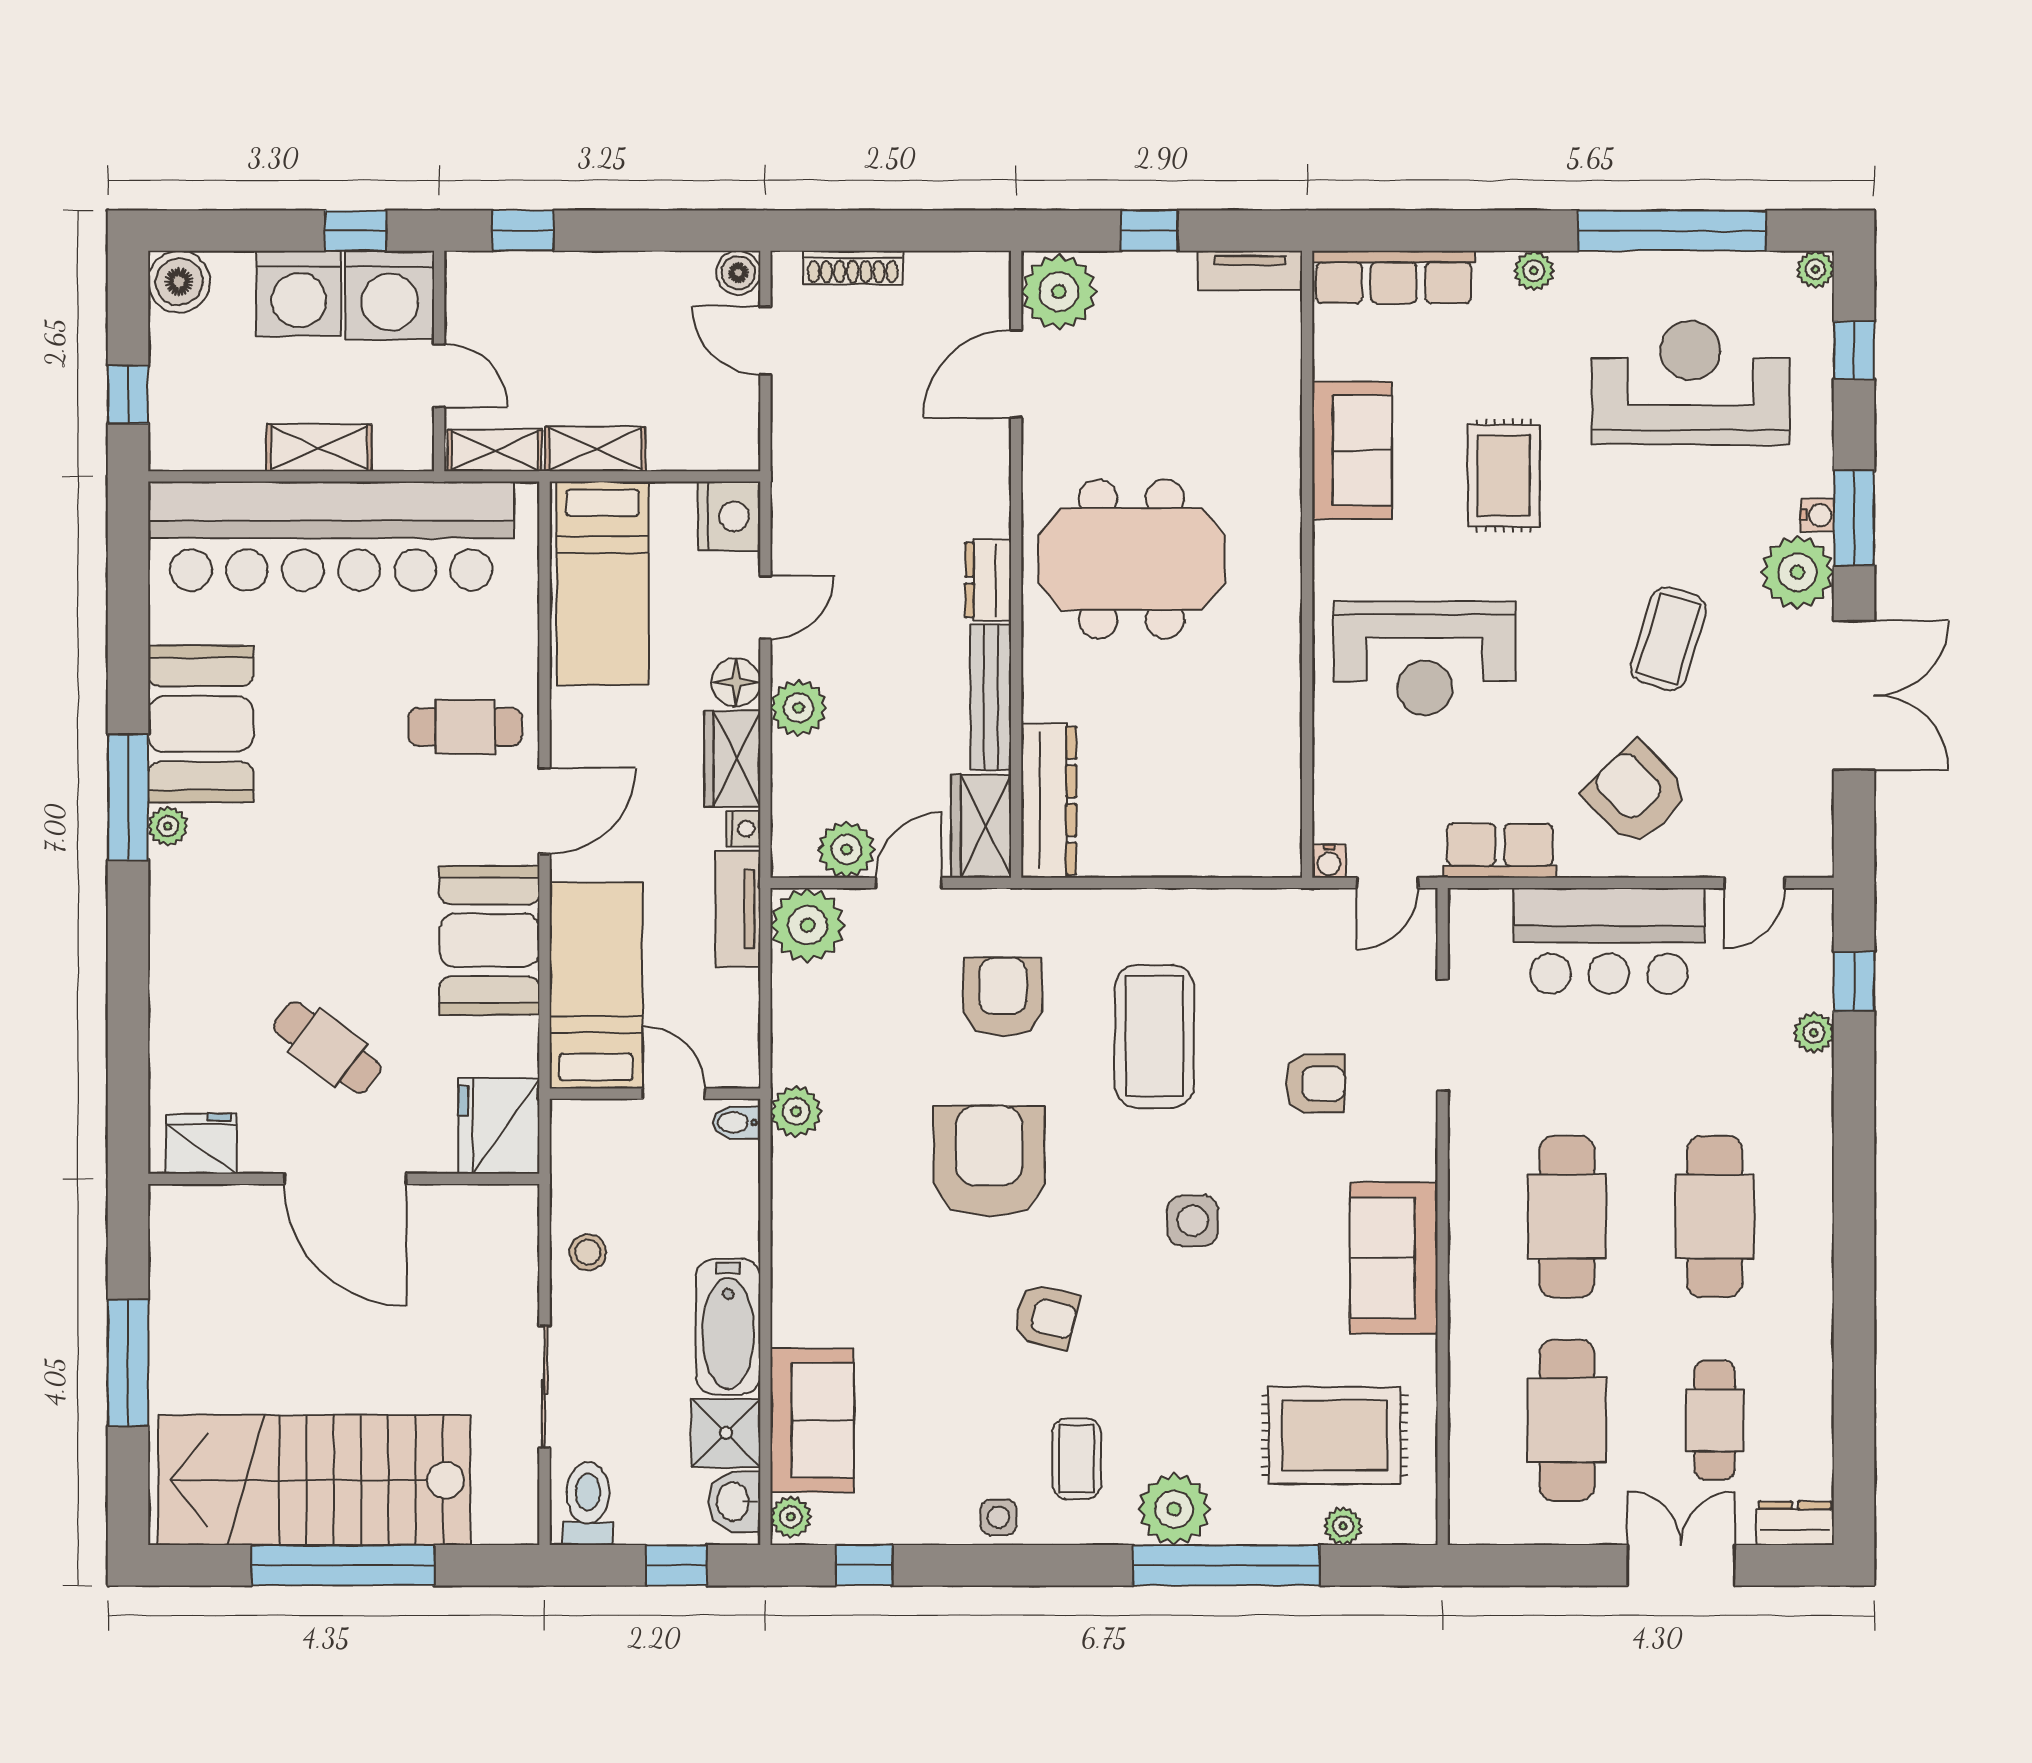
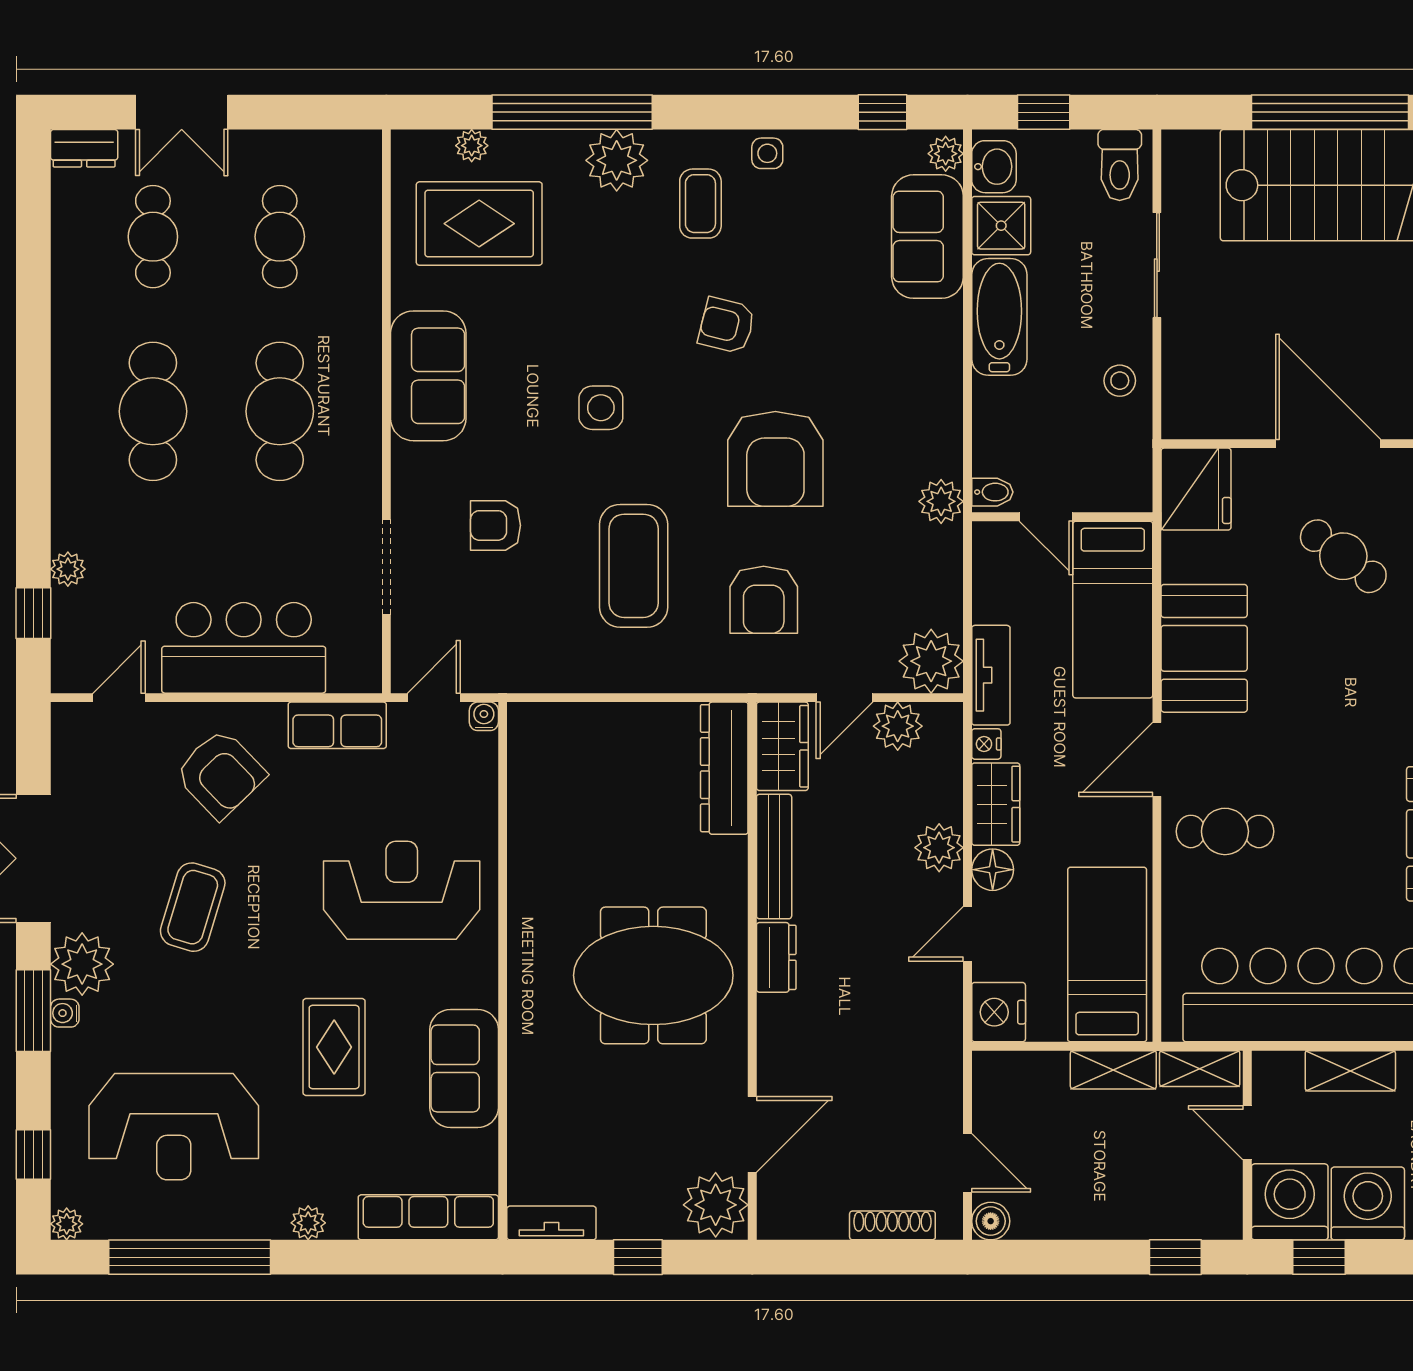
cafe table: (1567, 1420) -> (280, 237), width x0.73, depth x0.74

